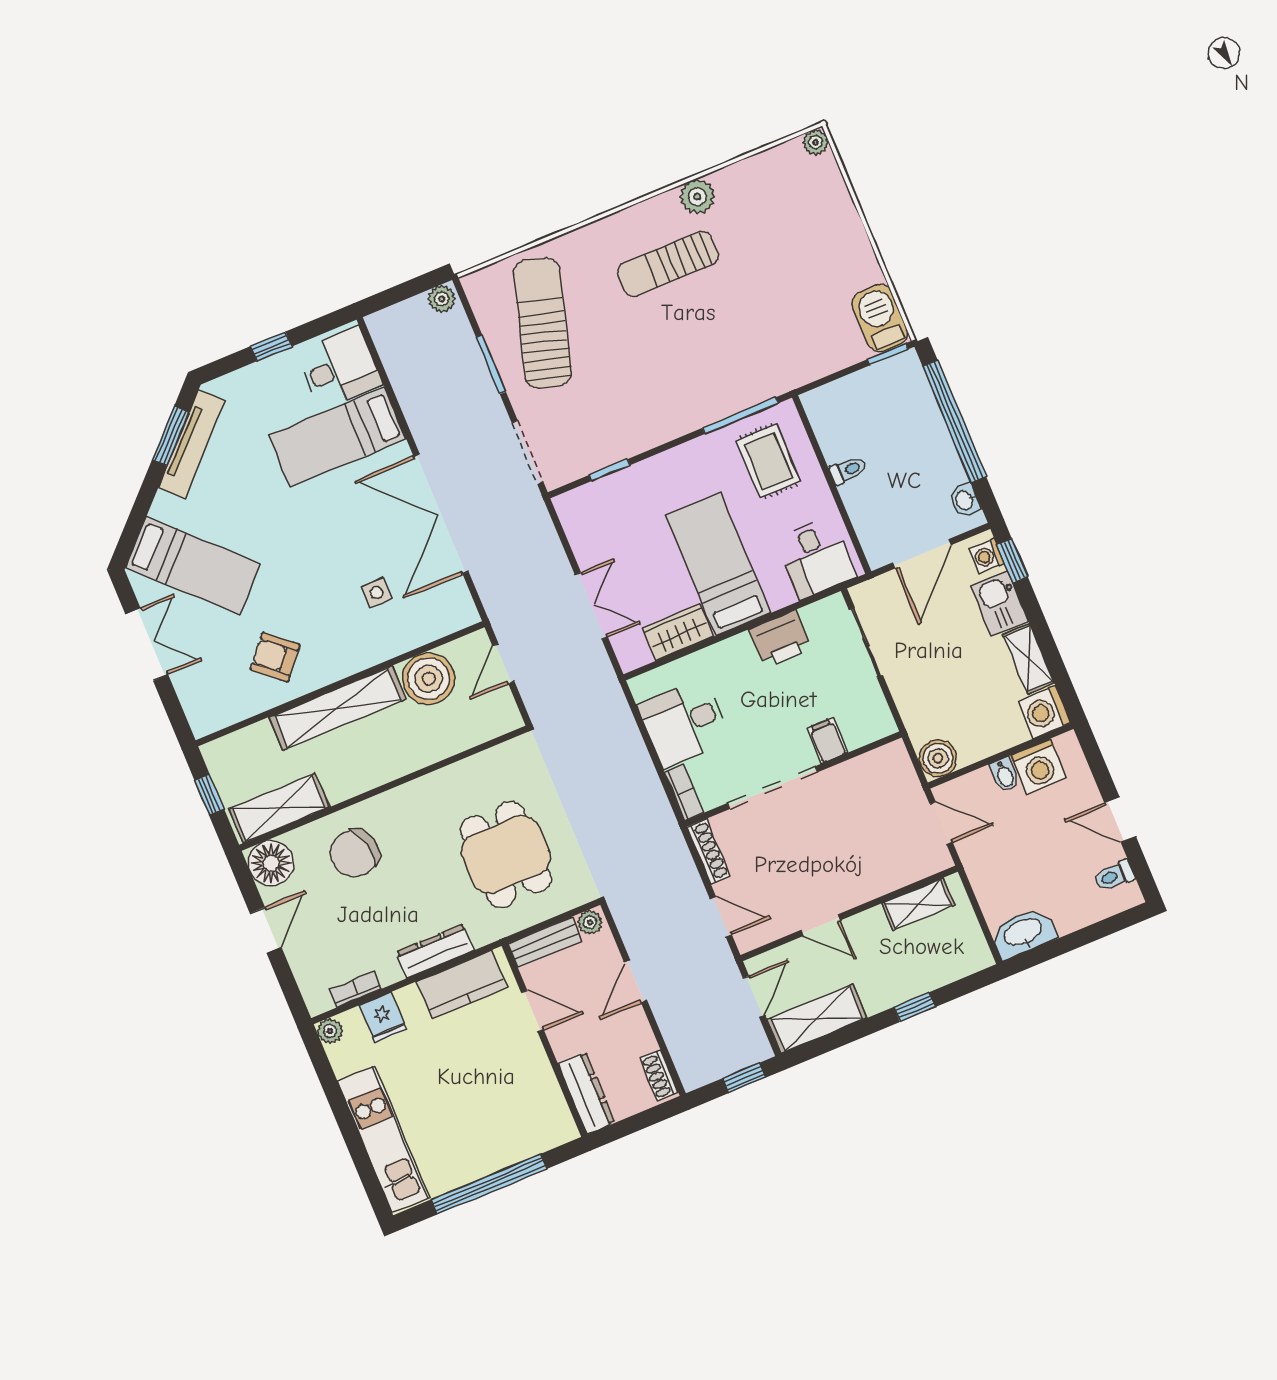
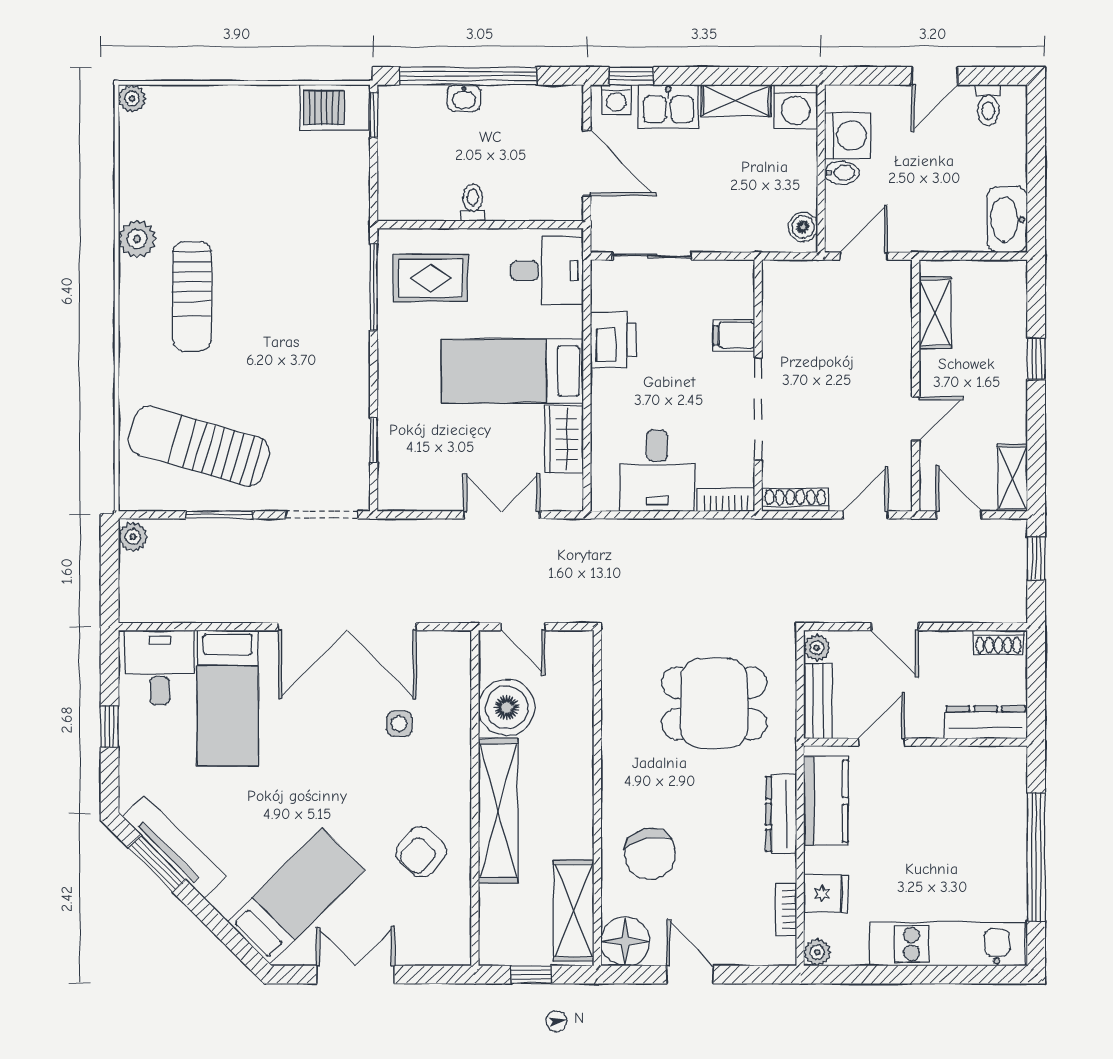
washbasin: (965, 500) -> (464, 98), moved
boiler: (938, 758) -> (803, 227), width x0.73, depth x0.73
shelving: (817, 1019) -> (1012, 478), width x0.67, depth x0.75

